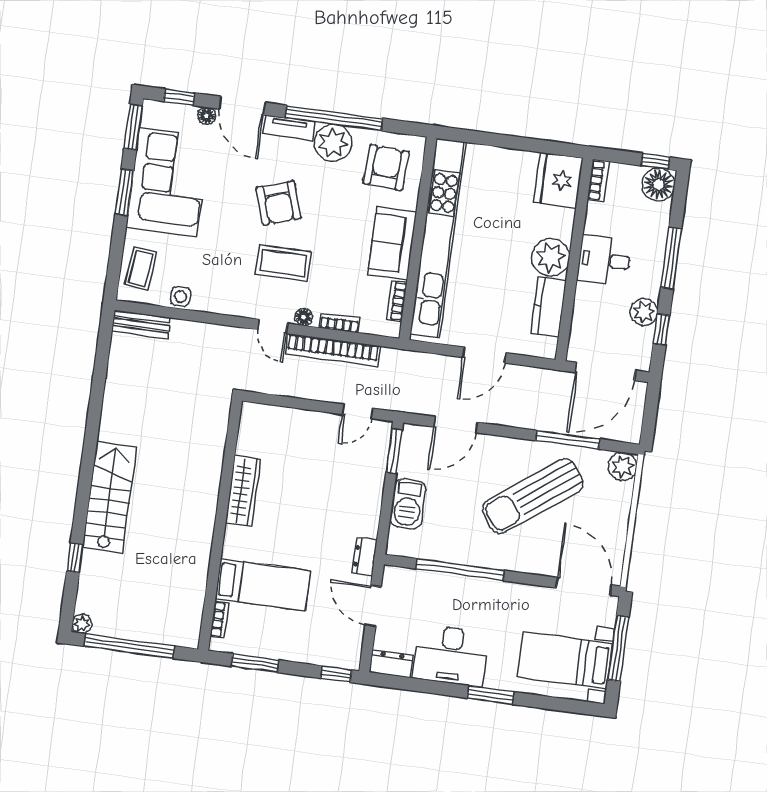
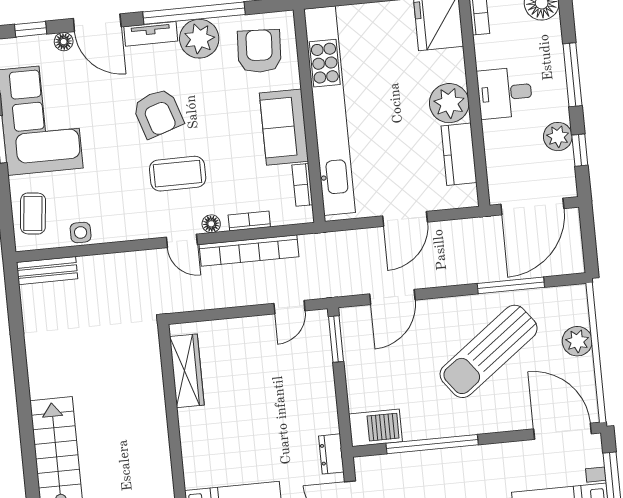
plant: (623, 466) -> (577, 341), moved
wardrobe: (243, 491) -> (187, 371), moved
barbecue: (408, 504) -> (375, 428), moved, turned -90

